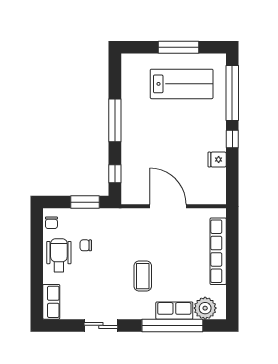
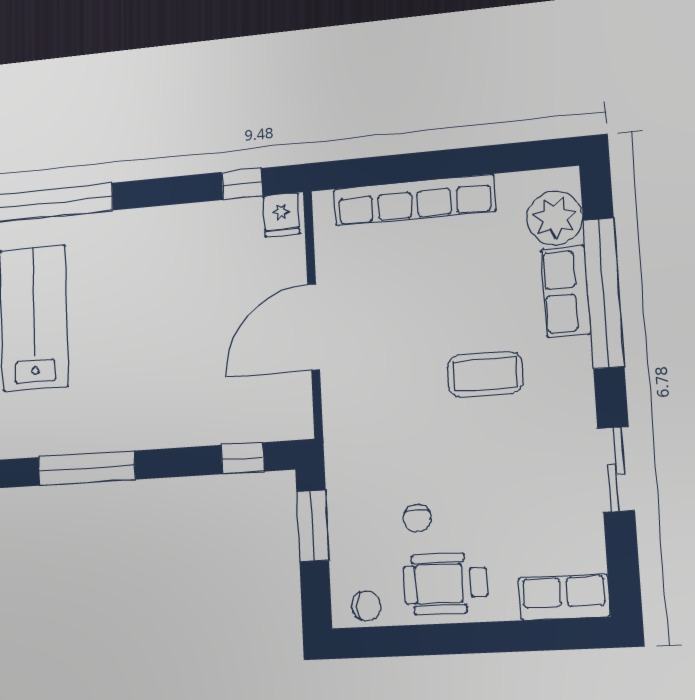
window: (115, 120) -> (87, 468), moved
window: (232, 139) -> (242, 184), moved
fridge: (217, 160) -> (282, 215), moved

